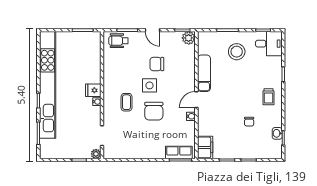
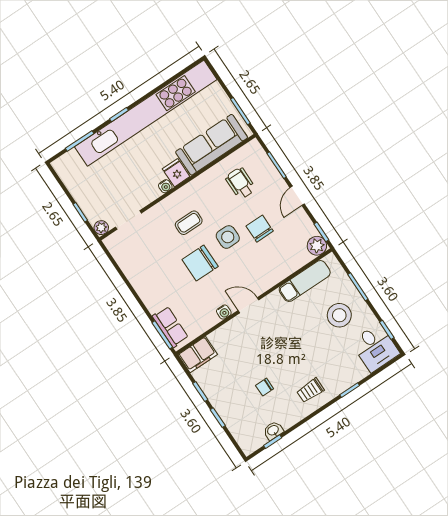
wheelchair: (118, 41) -> (240, 183), moved
sofa: (91, 59) -> (212, 145), added
exam couch: (204, 73) -> (305, 281), moved

